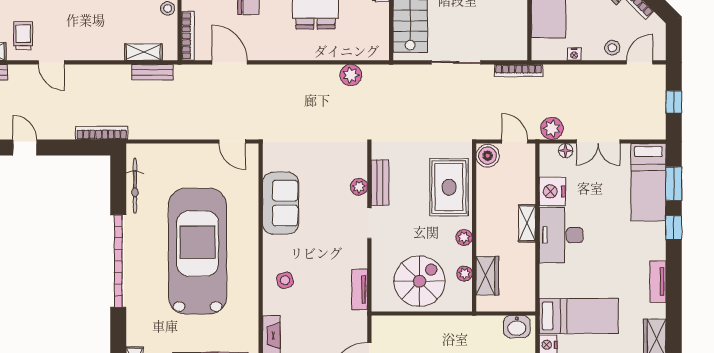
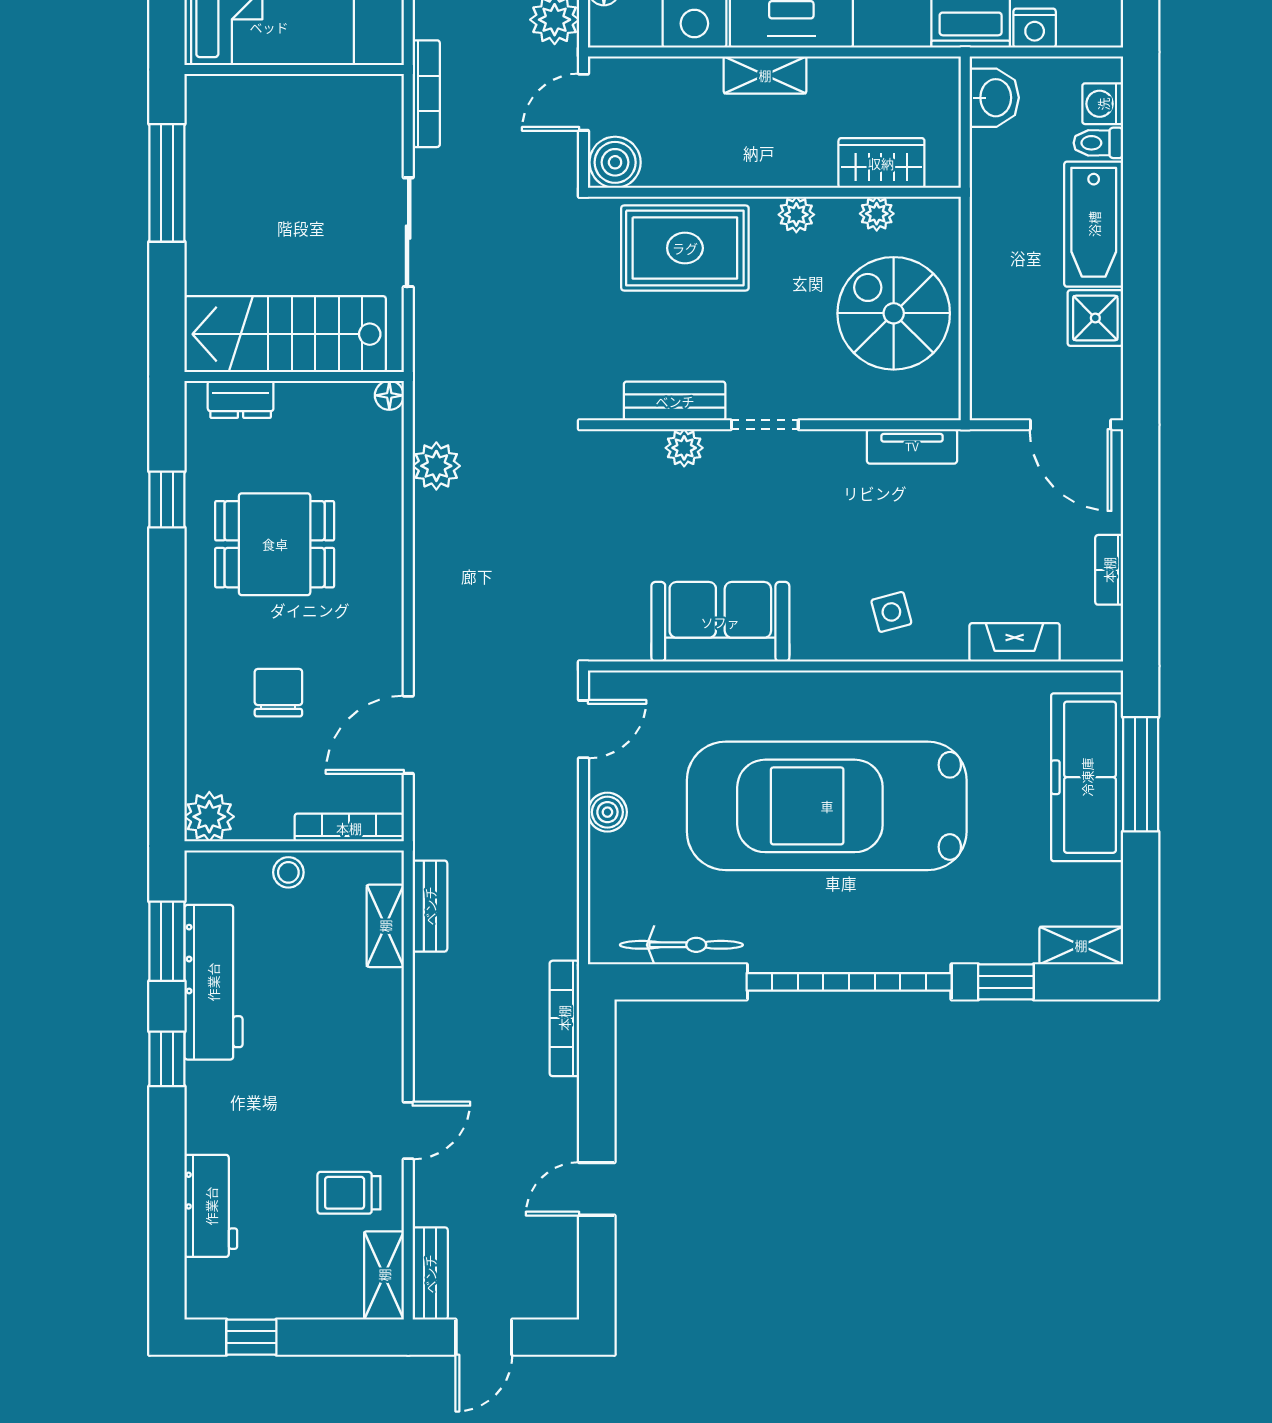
floor lamp: (383, 54) -> (389, 395), added
boiler: (195, 152) -> (607, 812), added
window: (118, 332) -> (1006, 982), added

